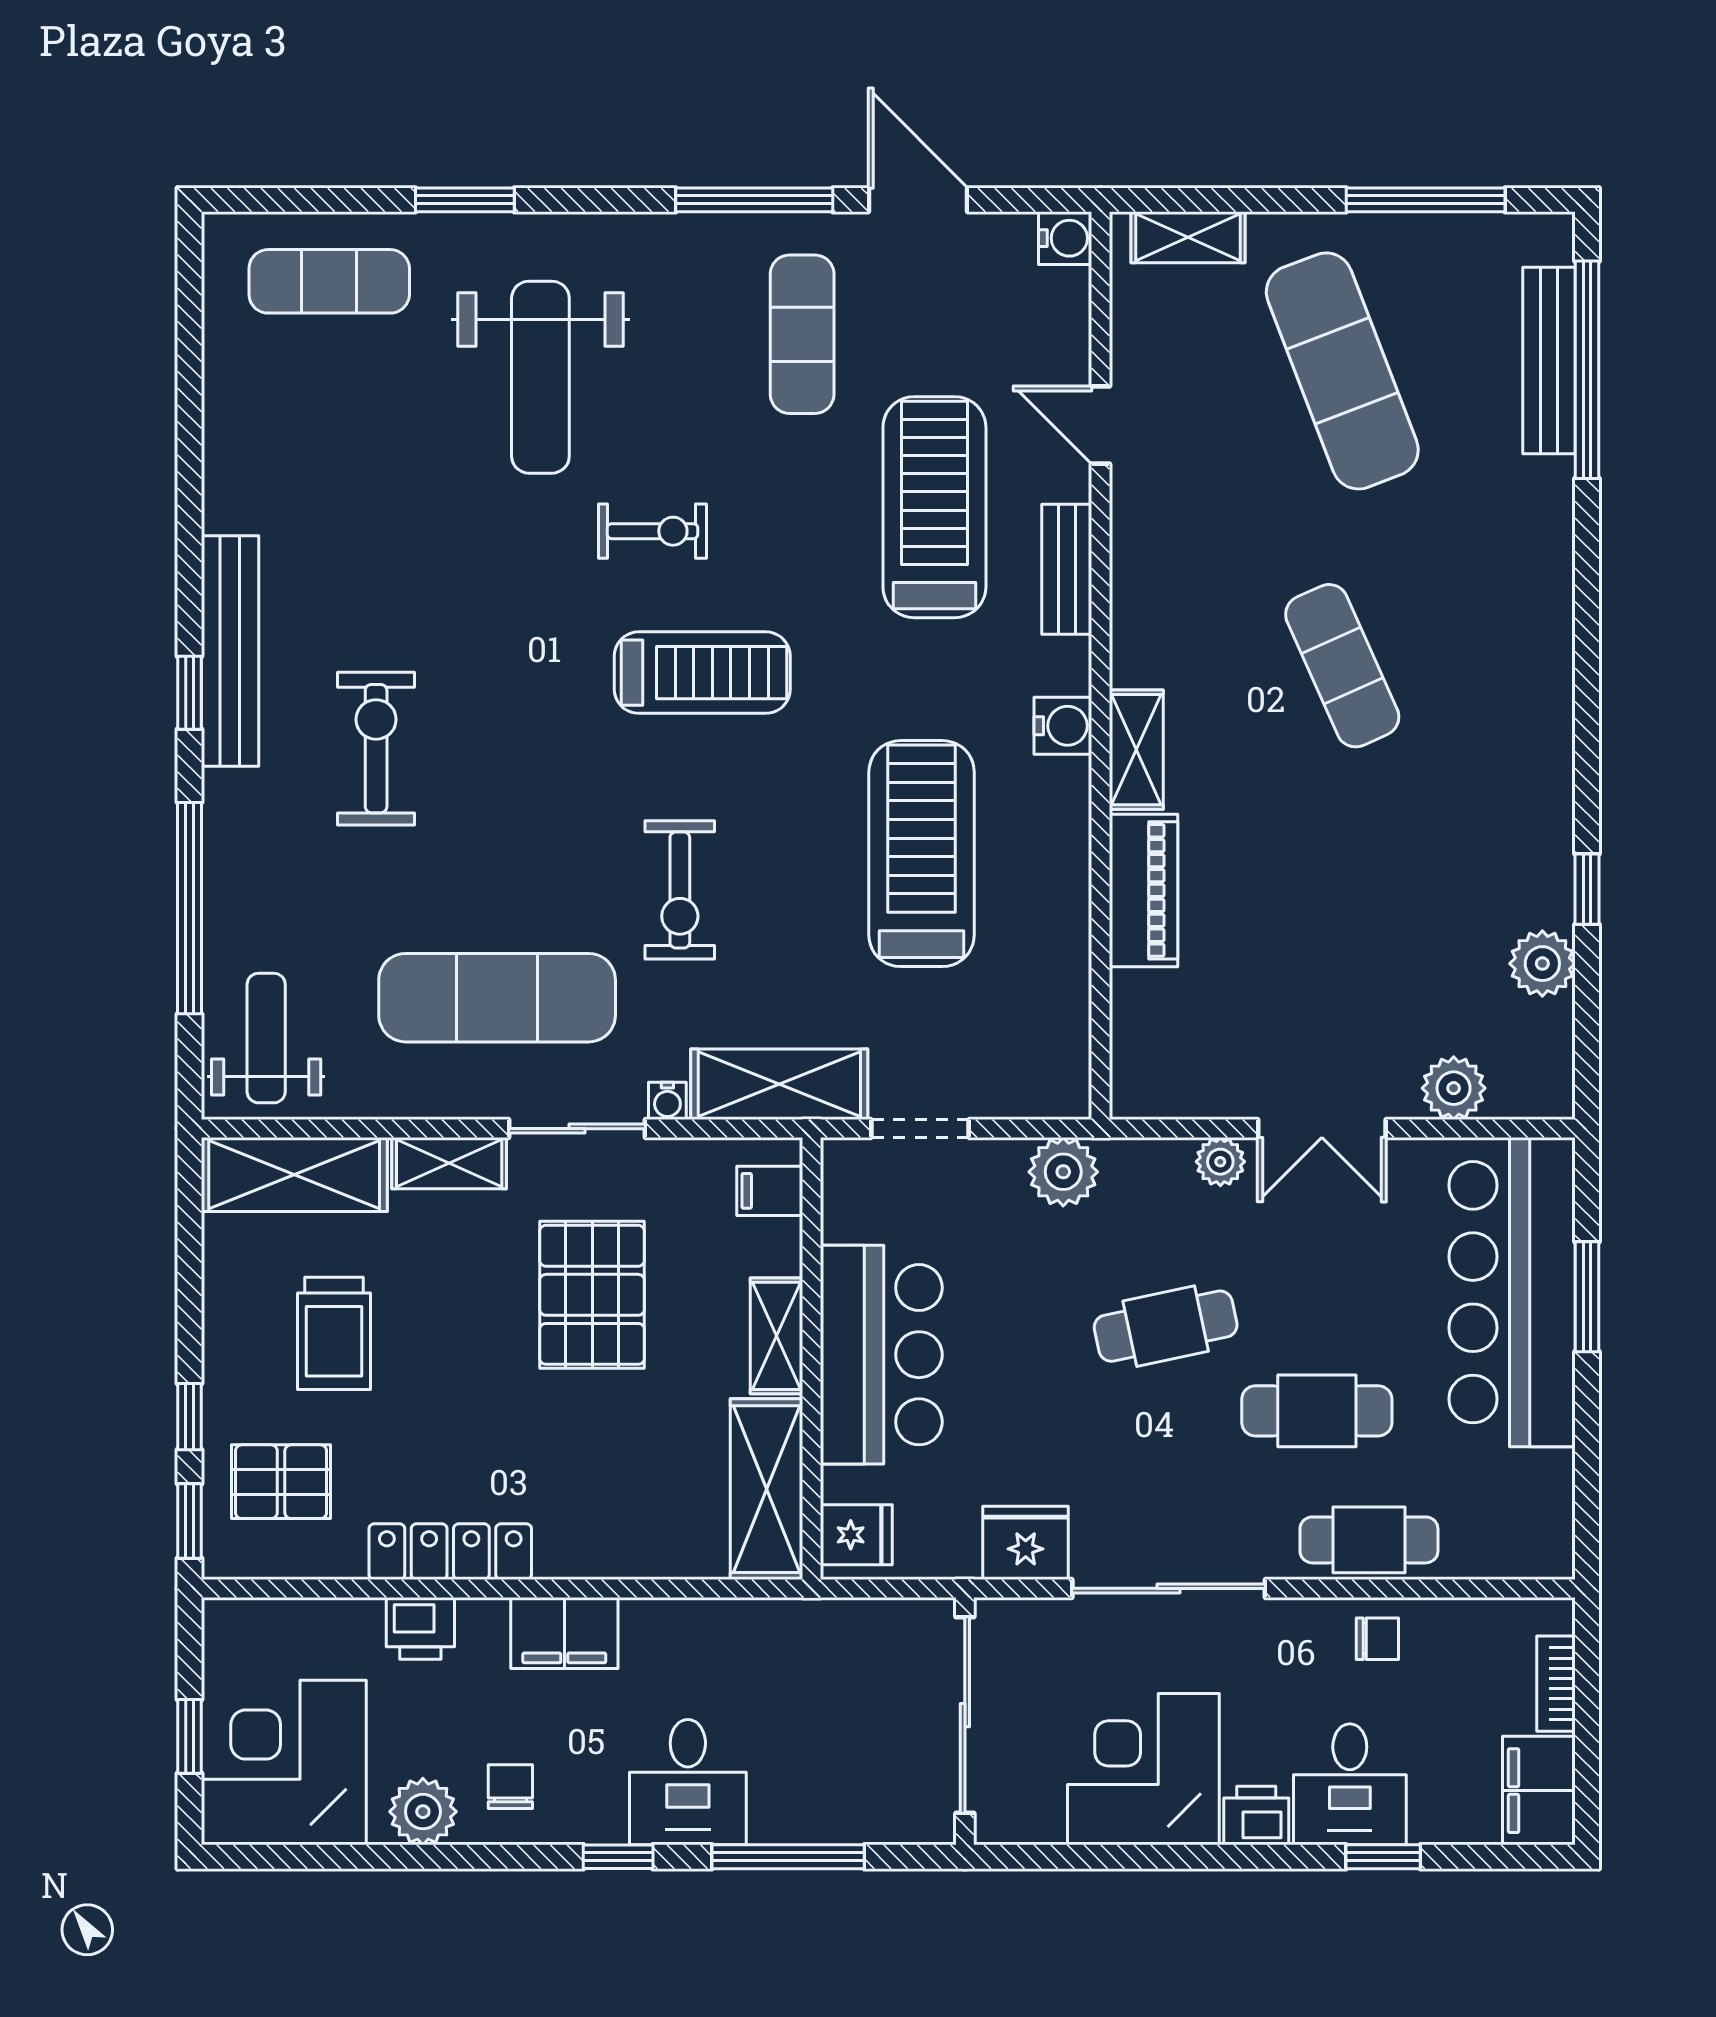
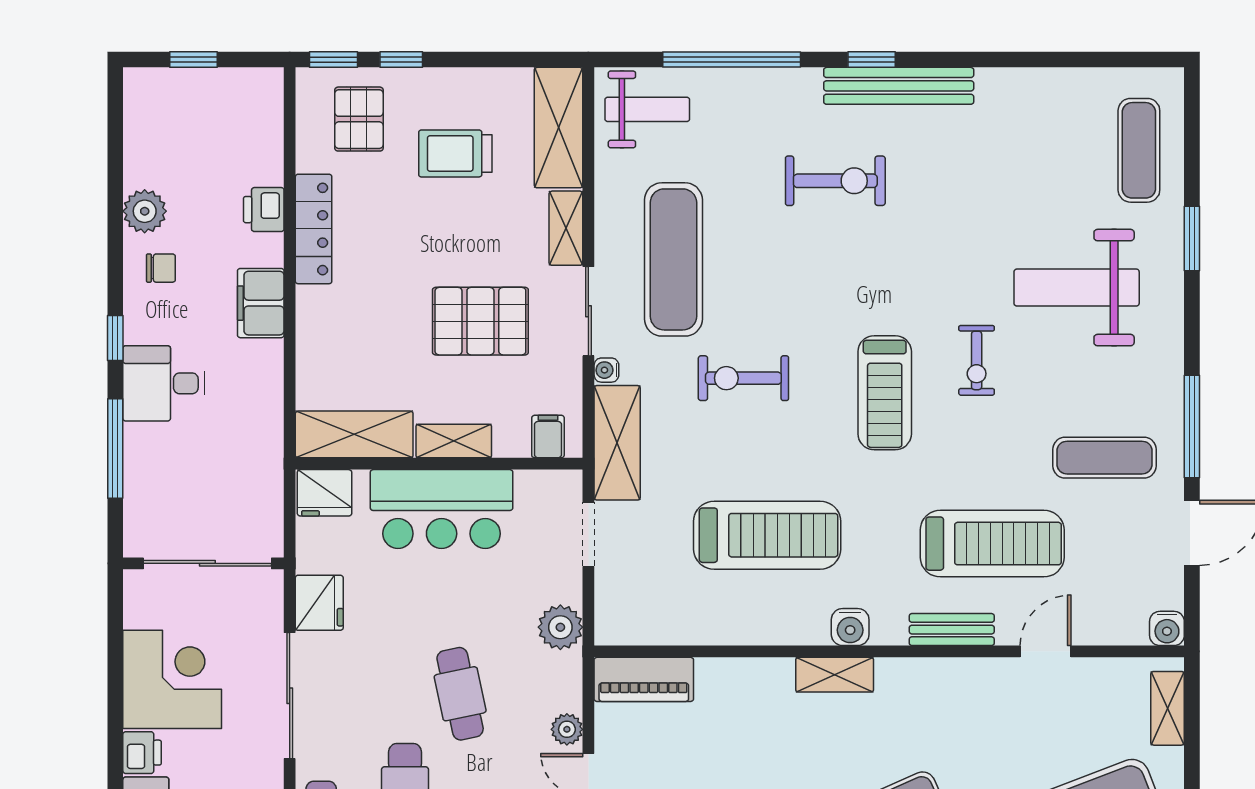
piano: (1143, 890) -> (644, 679), moved
fridge: (856, 1535) -> (325, 493), width x1.38
corner desk: (284, 1763) -> (177, 121), removed

